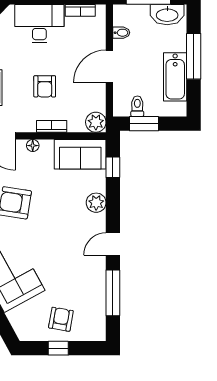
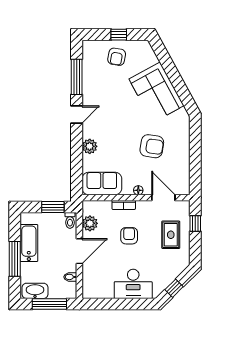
bookcase: (80, 10) -> (102, 294), removed
toilet: (137, 106) -> (70, 220), moved
plant: (96, 122) -> (90, 223), moved
window: (113, 167) -> (77, 174), removed

